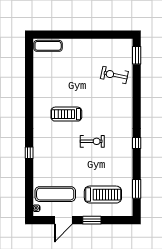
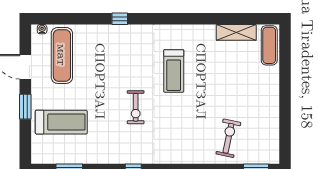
shelving: (39, 69) -> (236, 32), added
treadmill: (66, 114) -> (174, 71), turned 180
treadmill: (103, 195) -> (61, 122), turned -90

